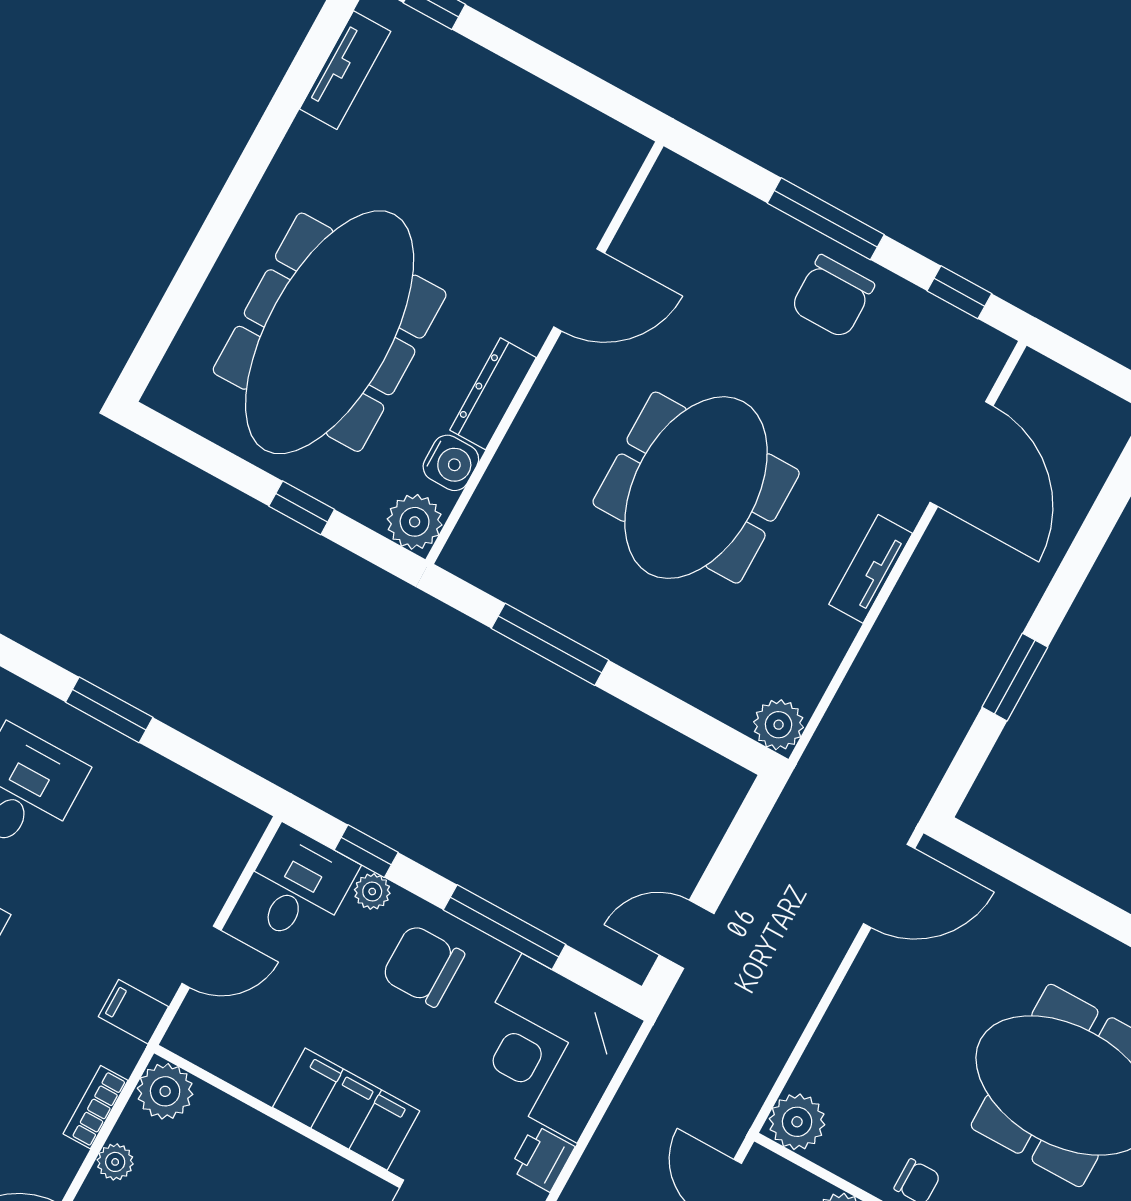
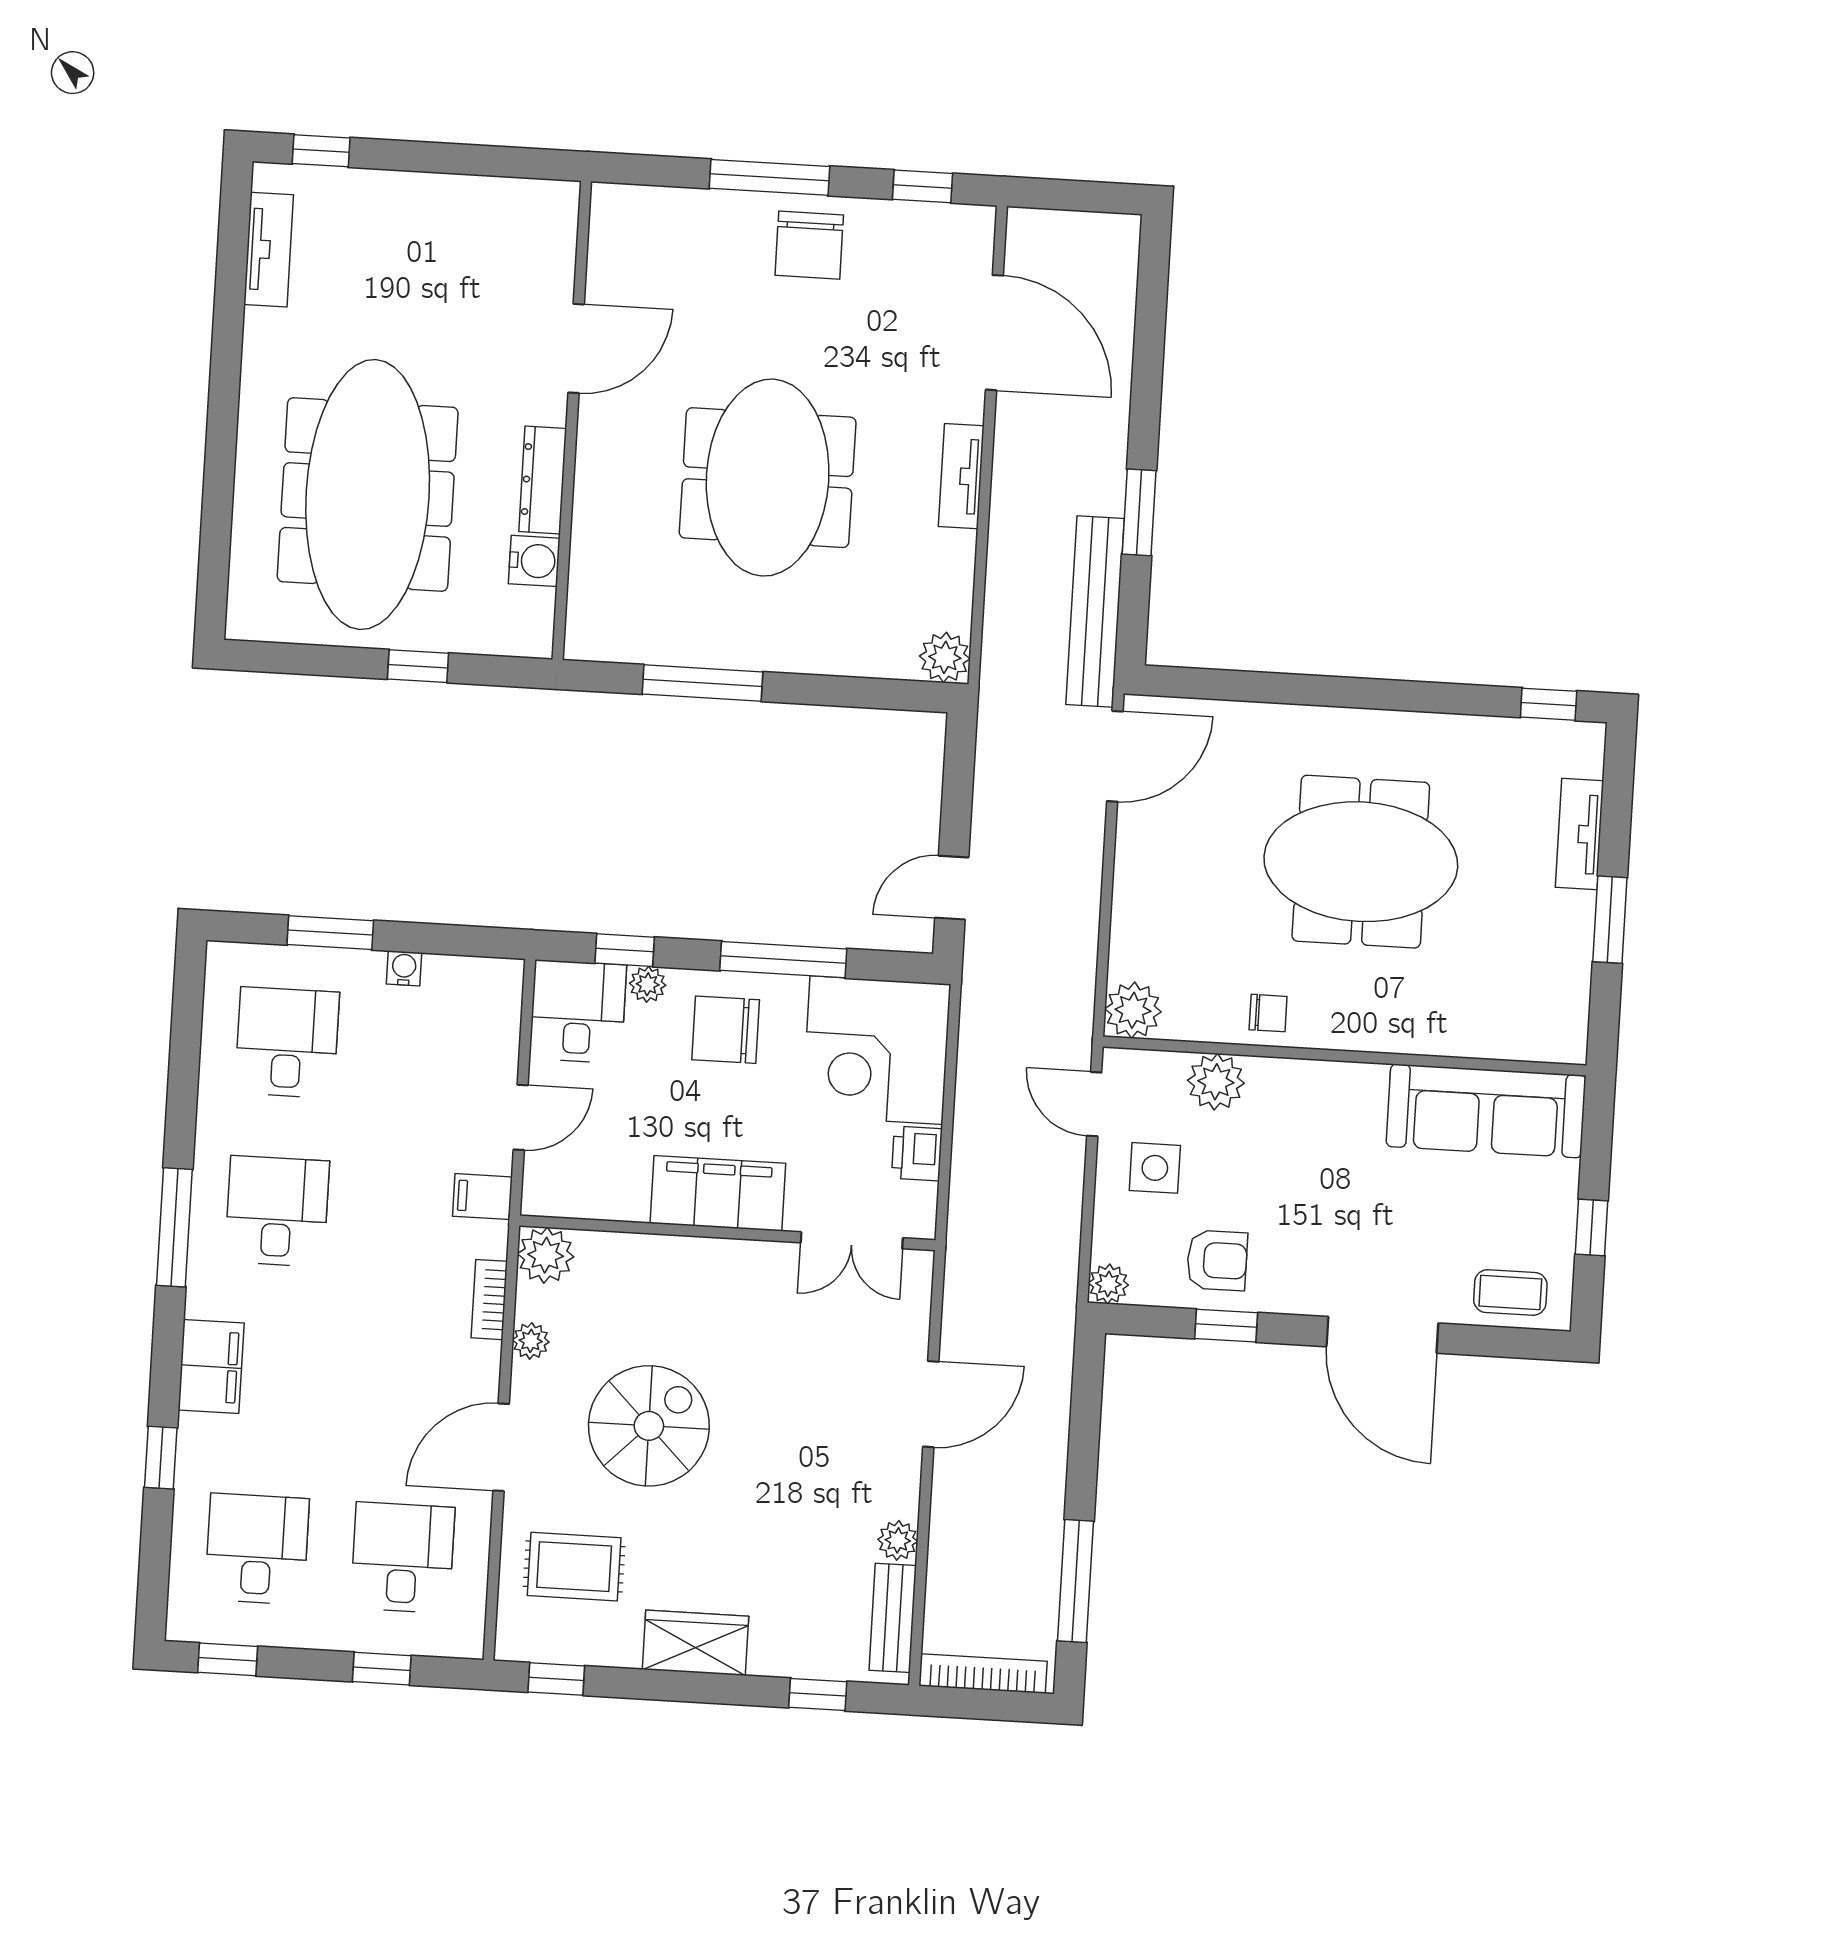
plant: (415, 522) -> (527, 630), removed
bench: (933, 748) -> (1095, 612), added
water cooler: (160, 773) -> (404, 968), added

